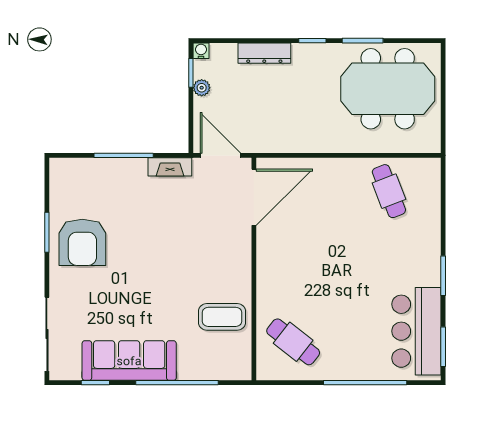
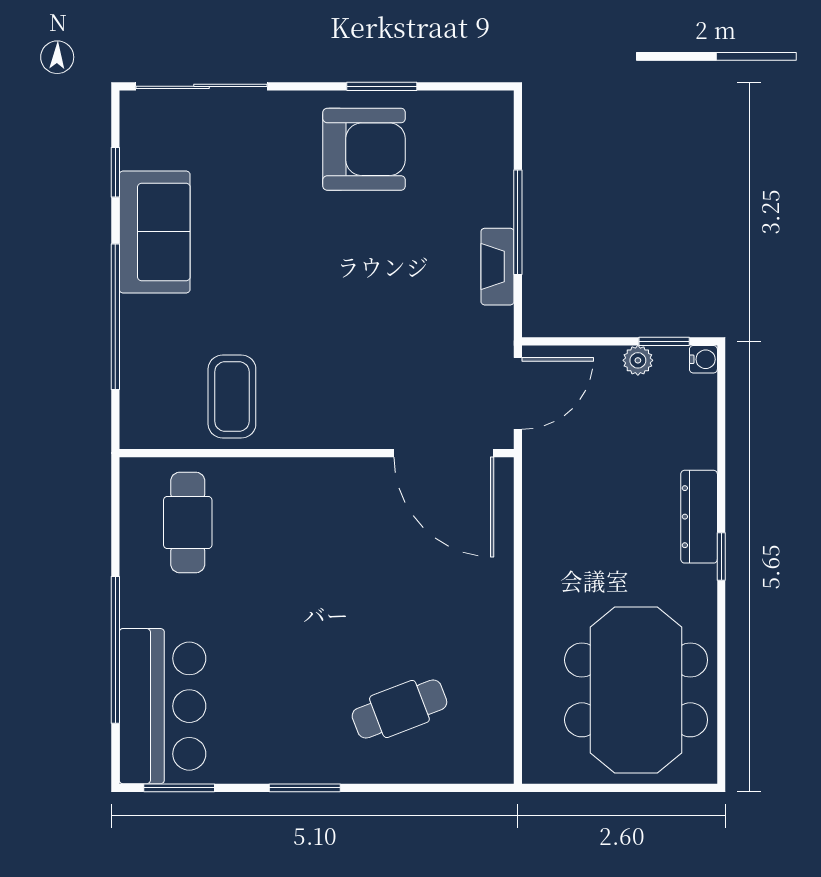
window: (363, 41) -> (721, 646), removed
dresser: (264, 53) -> (699, 517), moved
fireplace: (170, 167) -> (497, 267), moved
cafe table: (389, 191) -> (399, 709), moved
armchair: (82, 242) -> (364, 149), turned 180
bar counter: (416, 331) -> (163, 706), moved, turned 90
cafe table: (293, 342) -> (188, 523), turned -38
sofa: (129, 361) -> (155, 232), width x0.73

